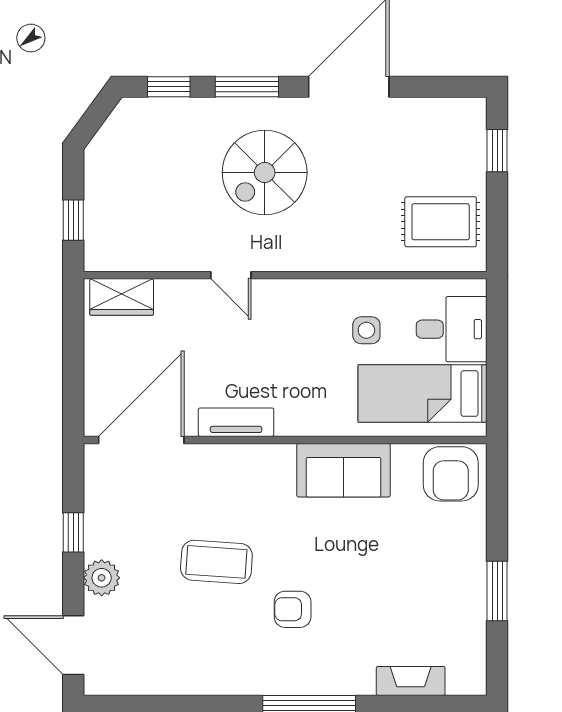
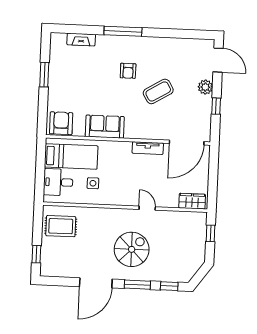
coffee table: (216, 562) -> (158, 91), turned -35
armchair: (293, 609) -> (128, 71), turned 90

